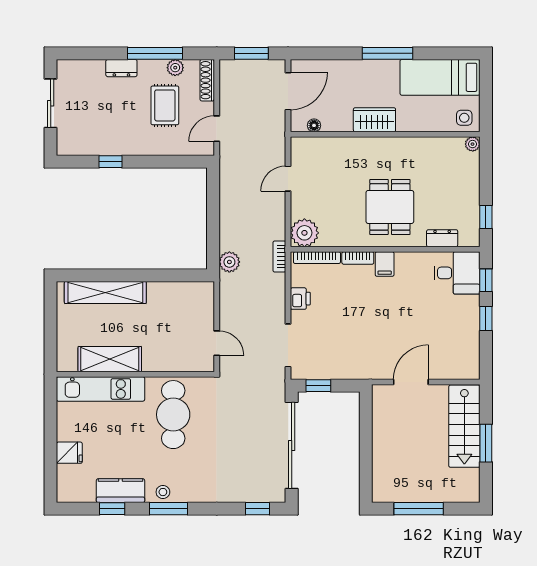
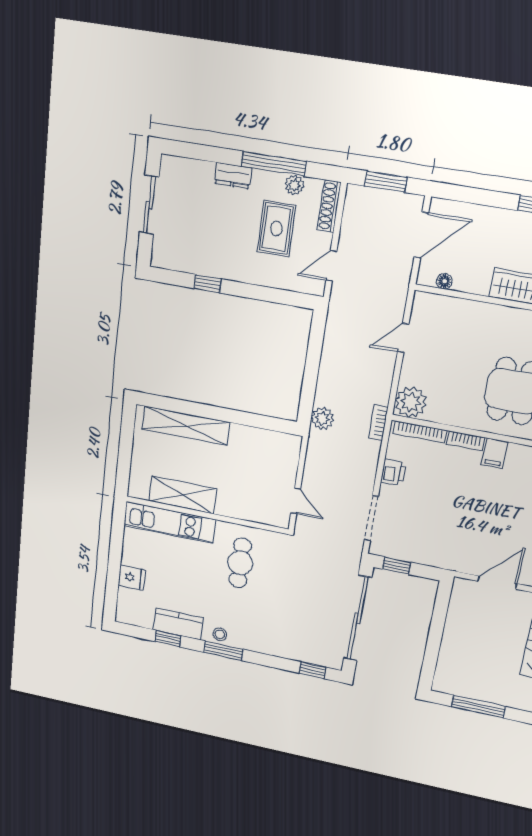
cafe table: (173, 415) -> (240, 563), width x0.73, depth x0.74

